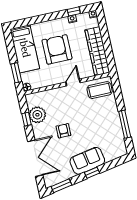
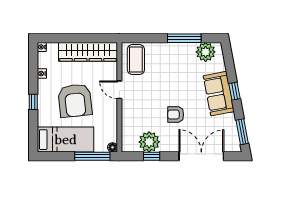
window: (74, 11) -> (33, 102), moved
armchair: (57, 49) -> (75, 100), turned -96
window: (16, 73) -> (92, 156), width x1.44
plant: (118, 143) -> (206, 52), added

